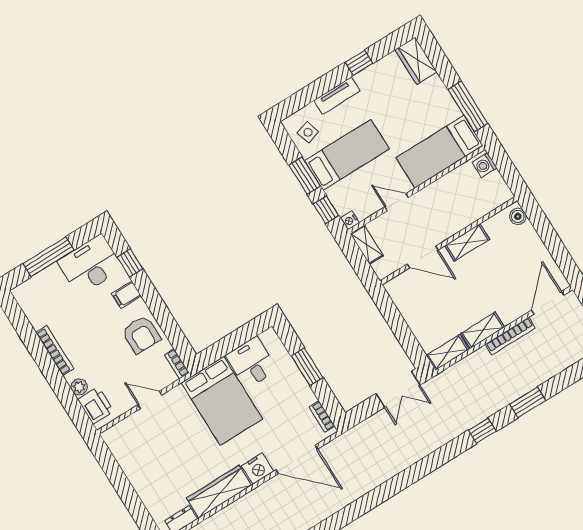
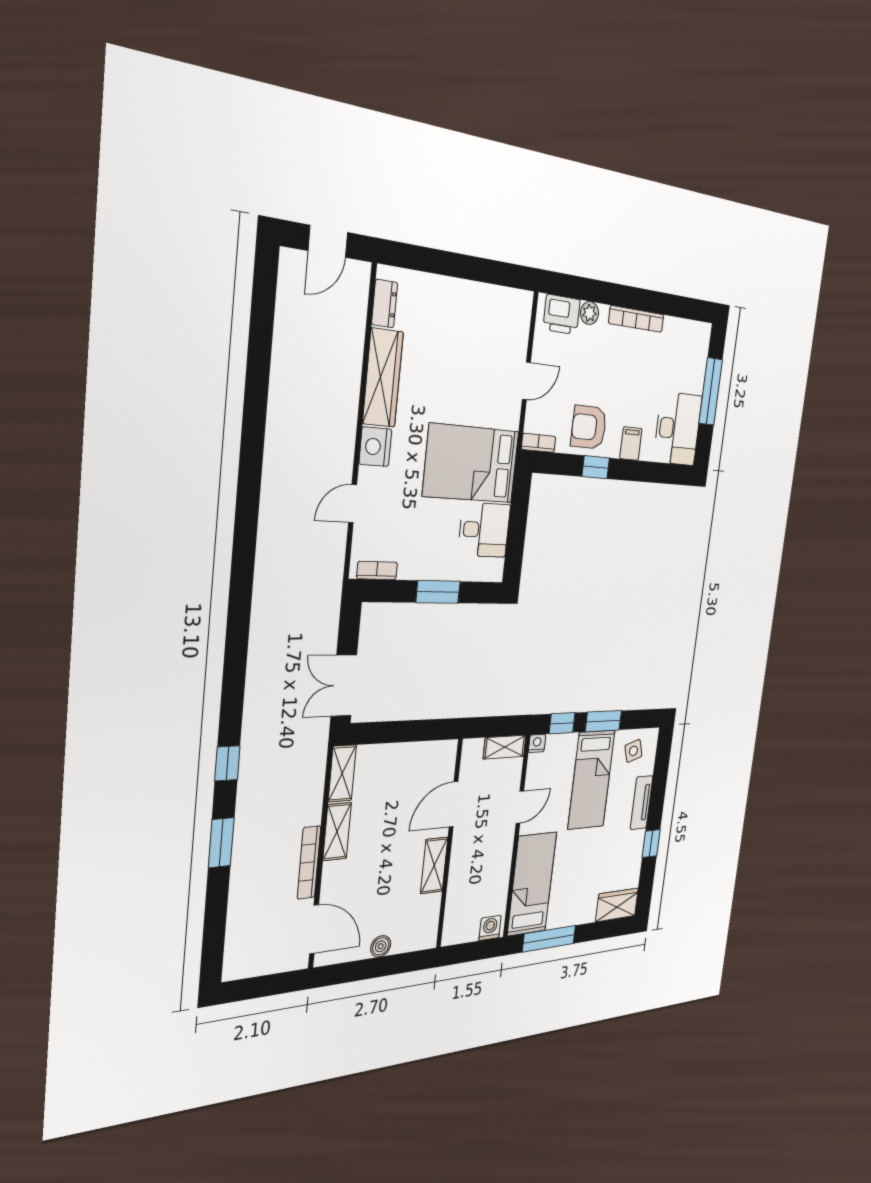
boiler: (518, 216) -> (381, 946), moved
window: (130, 263) -> (596, 467), moved
door: (297, 459) -> (353, 504), width x0.53

